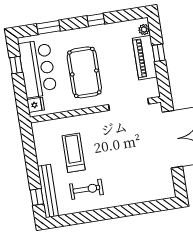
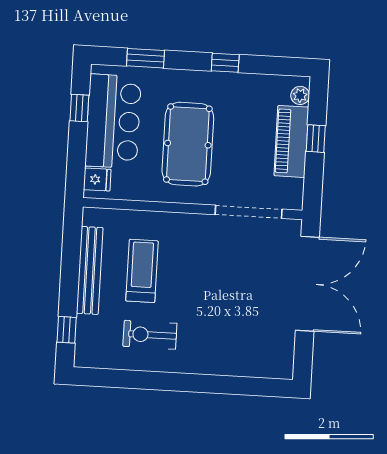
exercise bike: (86, 189) -> (150, 335), turned 180
bench: (48, 191) -> (90, 270), moved

